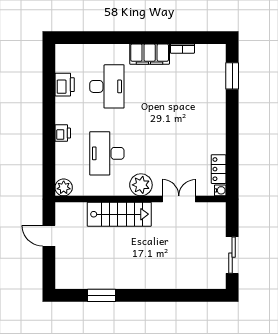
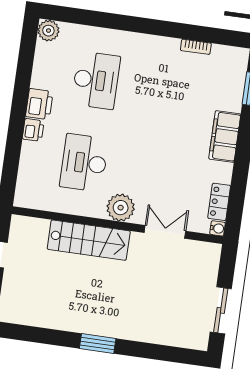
filing cabinet: (150, 54) -> (225, 136), moved, turned 90
printer: (65, 85) -> (39, 104), moved
plant: (64, 187) -> (48, 31), moved
window: (101, 295) -> (98, 343), moved

